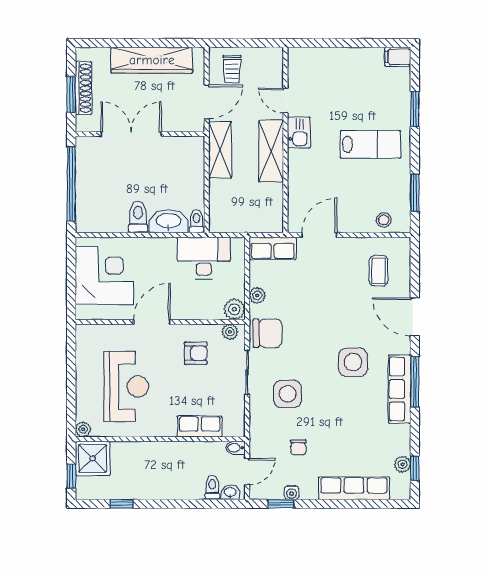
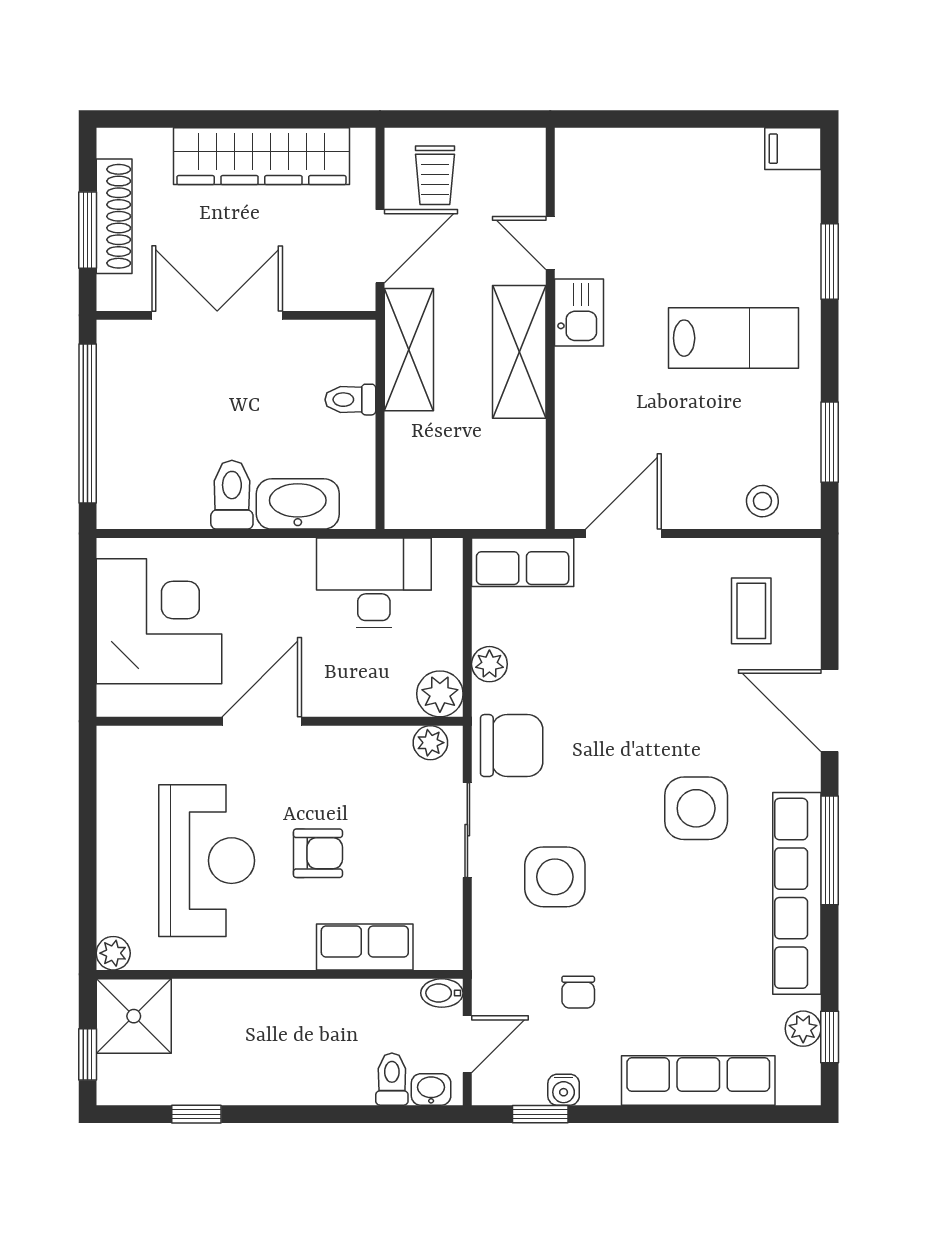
toilet: (197, 221) -> (350, 400), moved, turned -90
armchair: (196, 353) -> (318, 853), moved
row of seats: (400, 389) -> (797, 893), width x1.36

